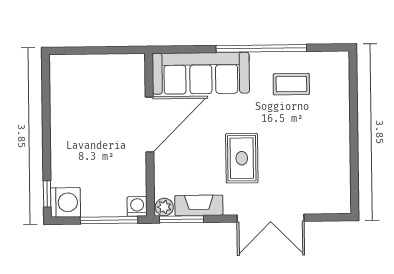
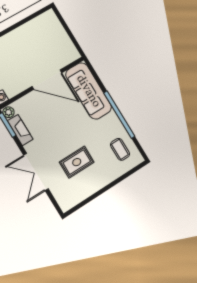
coffee table: (291, 84) -> (120, 149), moved
rug: (242, 158) -> (77, 162), moved

